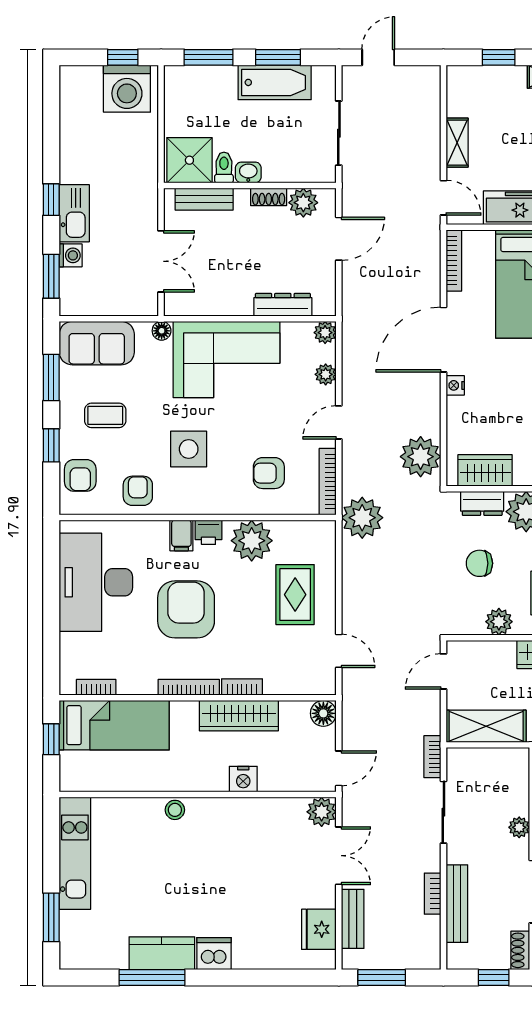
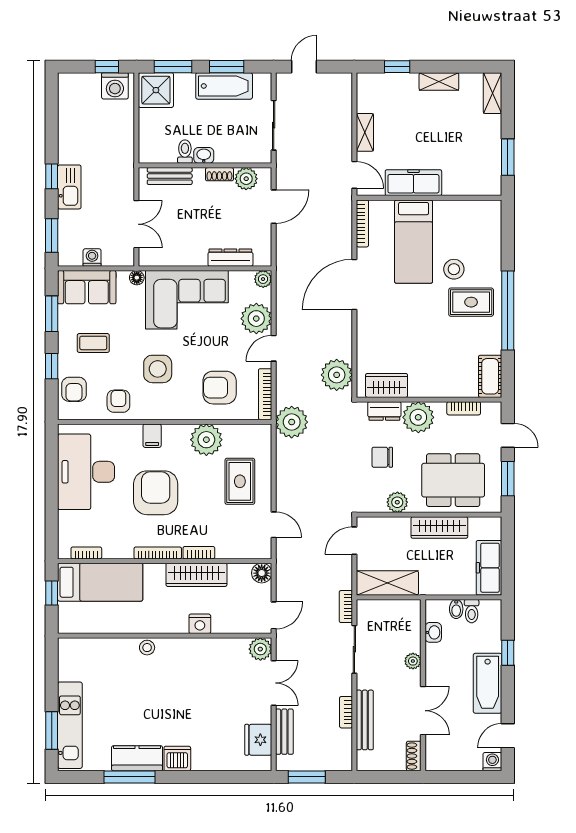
washing machine: (127, 89) -> (115, 86), width x0.73, depth x0.73
shower: (189, 160) -> (156, 90), moved
washing machine: (71, 255) -> (92, 258), moved, turned -90
plant: (326, 374) -> (256, 319), width x1.88, depth x1.88
nightstand: (455, 385) -> (363, 320), removed
armchair: (269, 473) -> (220, 388), width x1.38, depth x1.38
printer: (208, 532) -> (173, 433), removed
kitchen unit: (75, 853) -> (70, 725), moved
window: (494, 978) -> (393, 777), removed

